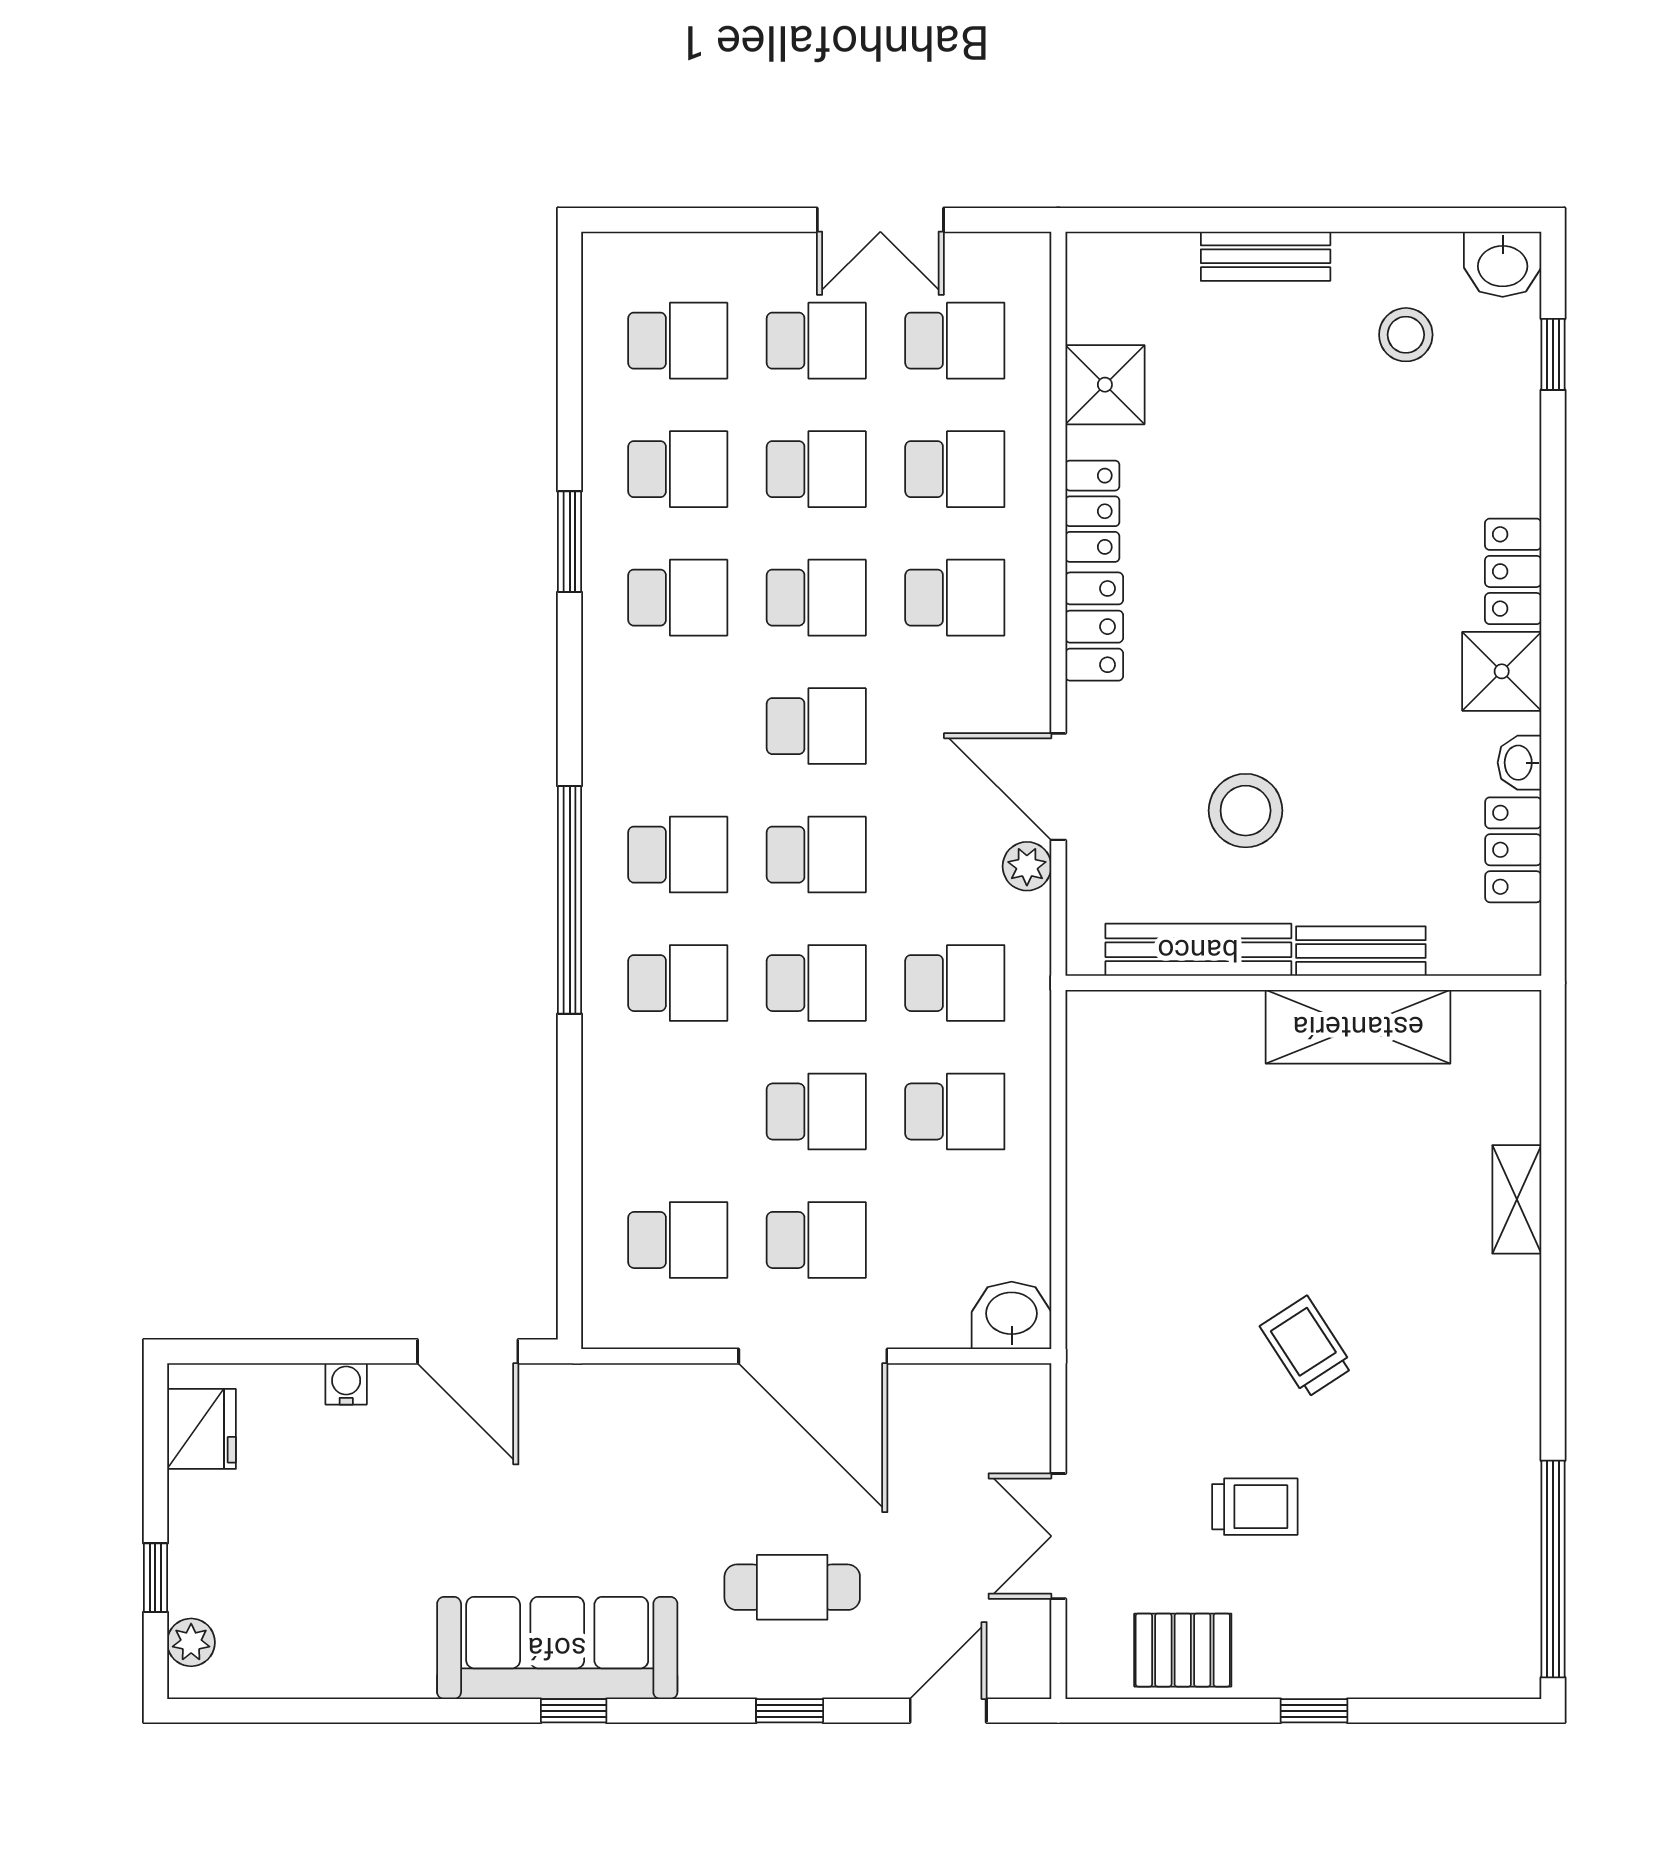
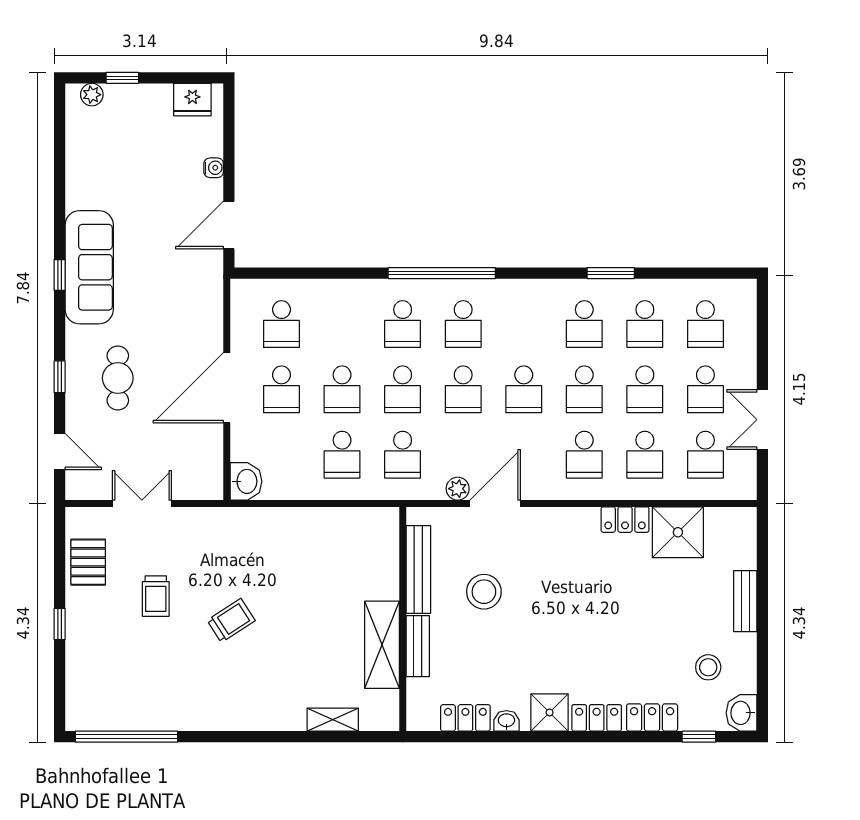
shower: (1105, 385) -> (678, 532), width x1.36, depth x1.36
locker: (1094, 627) -> (652, 718), moved, turned 180
shelving: (1517, 1199) -> (333, 720), moved

